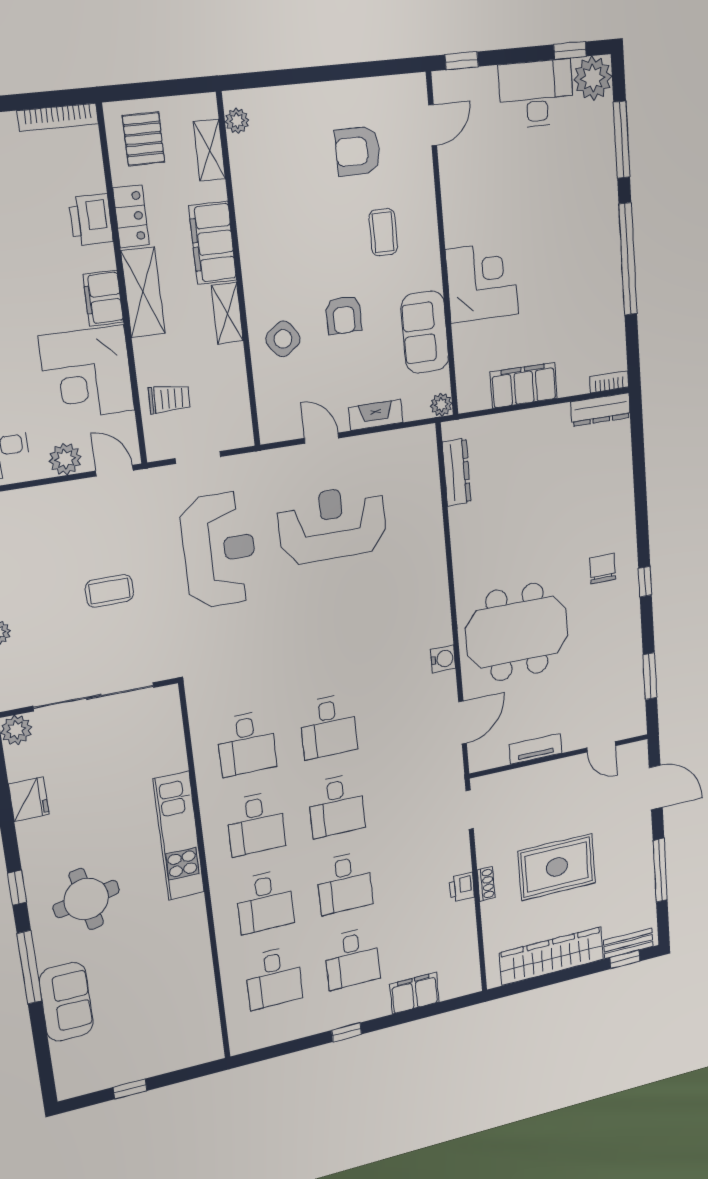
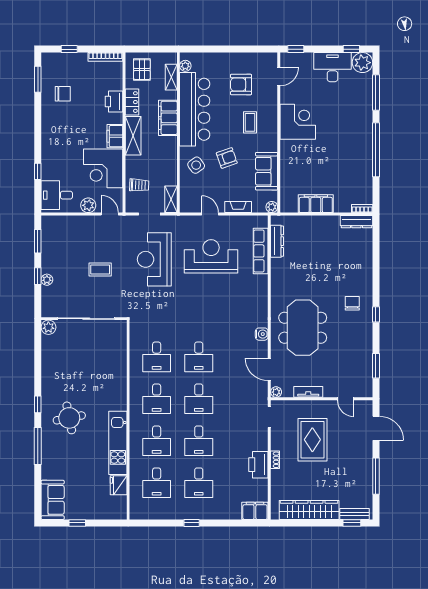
bar counter: (267, 217) -> (195, 109), added
corner desk: (482, 282) -> (298, 122), moved
shelving: (227, 313) -> (171, 199), moved
armchair: (344, 315) -> (227, 158), turned -109
row of seats: (427, 497) -> (261, 251), added
reception desk: (219, 550) -> (154, 259), turned 180
meeting table: (517, 632) -> (303, 328), turned 90
door: (463, 722) -> (269, 369), swing flipped
plant: (478, 762) -> (276, 392), added
fridge: (29, 799) -> (119, 485), moved, turned 180
kitchen unit: (179, 836) -> (118, 443), moved
rug: (557, 867) -> (312, 440), moved, turned 90
printer: (462, 887) -> (258, 465), width x1.87, depth x1.48
filing cabinet: (414, 993) -> (255, 511), moved
sofa: (66, 1002) -> (53, 500), moved

